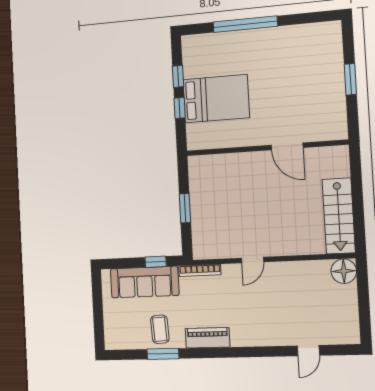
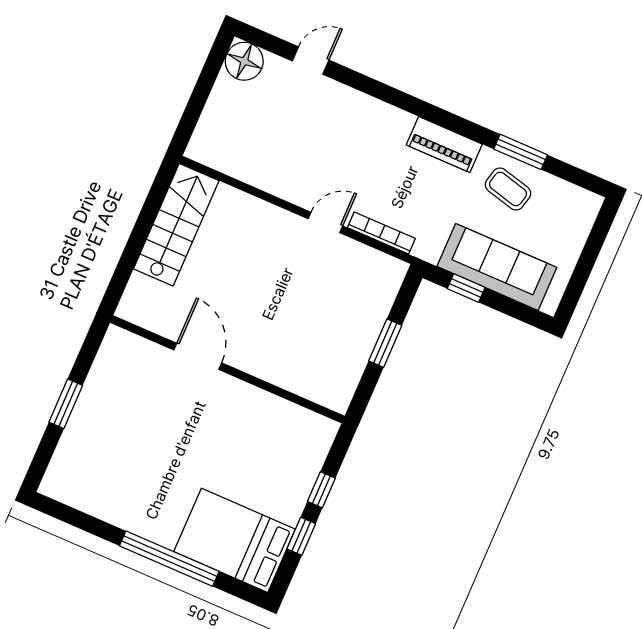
bed: (216, 99) -> (235, 540), moved
bookcase: (200, 270) -> (381, 233), moved
floor lamp: (344, 271) -> (244, 61), moved
coffee table: (160, 329) -> (508, 189), turned -73

